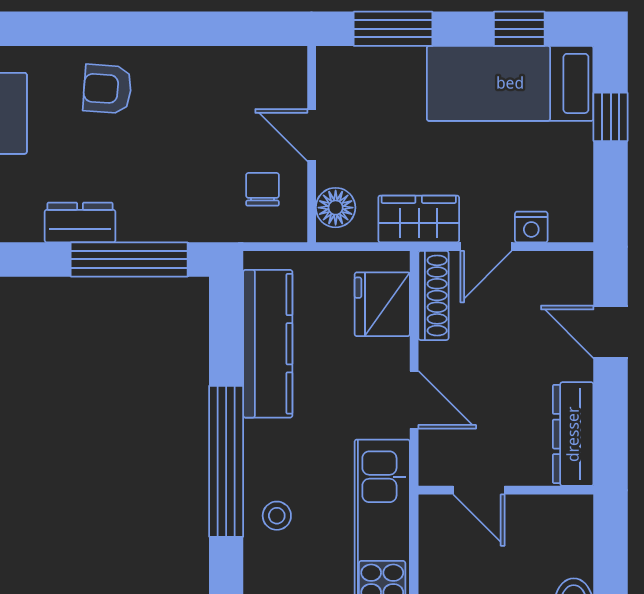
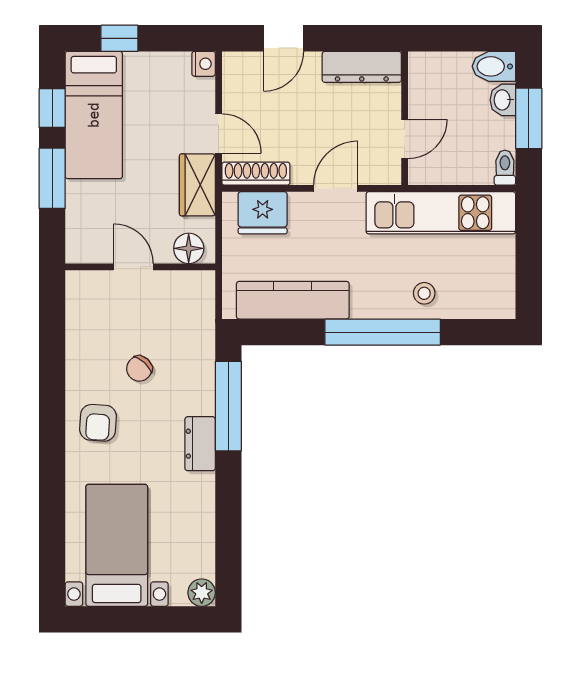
window: (393, 29) -> (52, 178), moved
door: (312, 135) -> (133, 267), swing flipped
chair: (262, 189) -> (139, 369), moved, turned -47
nightstand: (531, 227) -> (204, 64), moved

